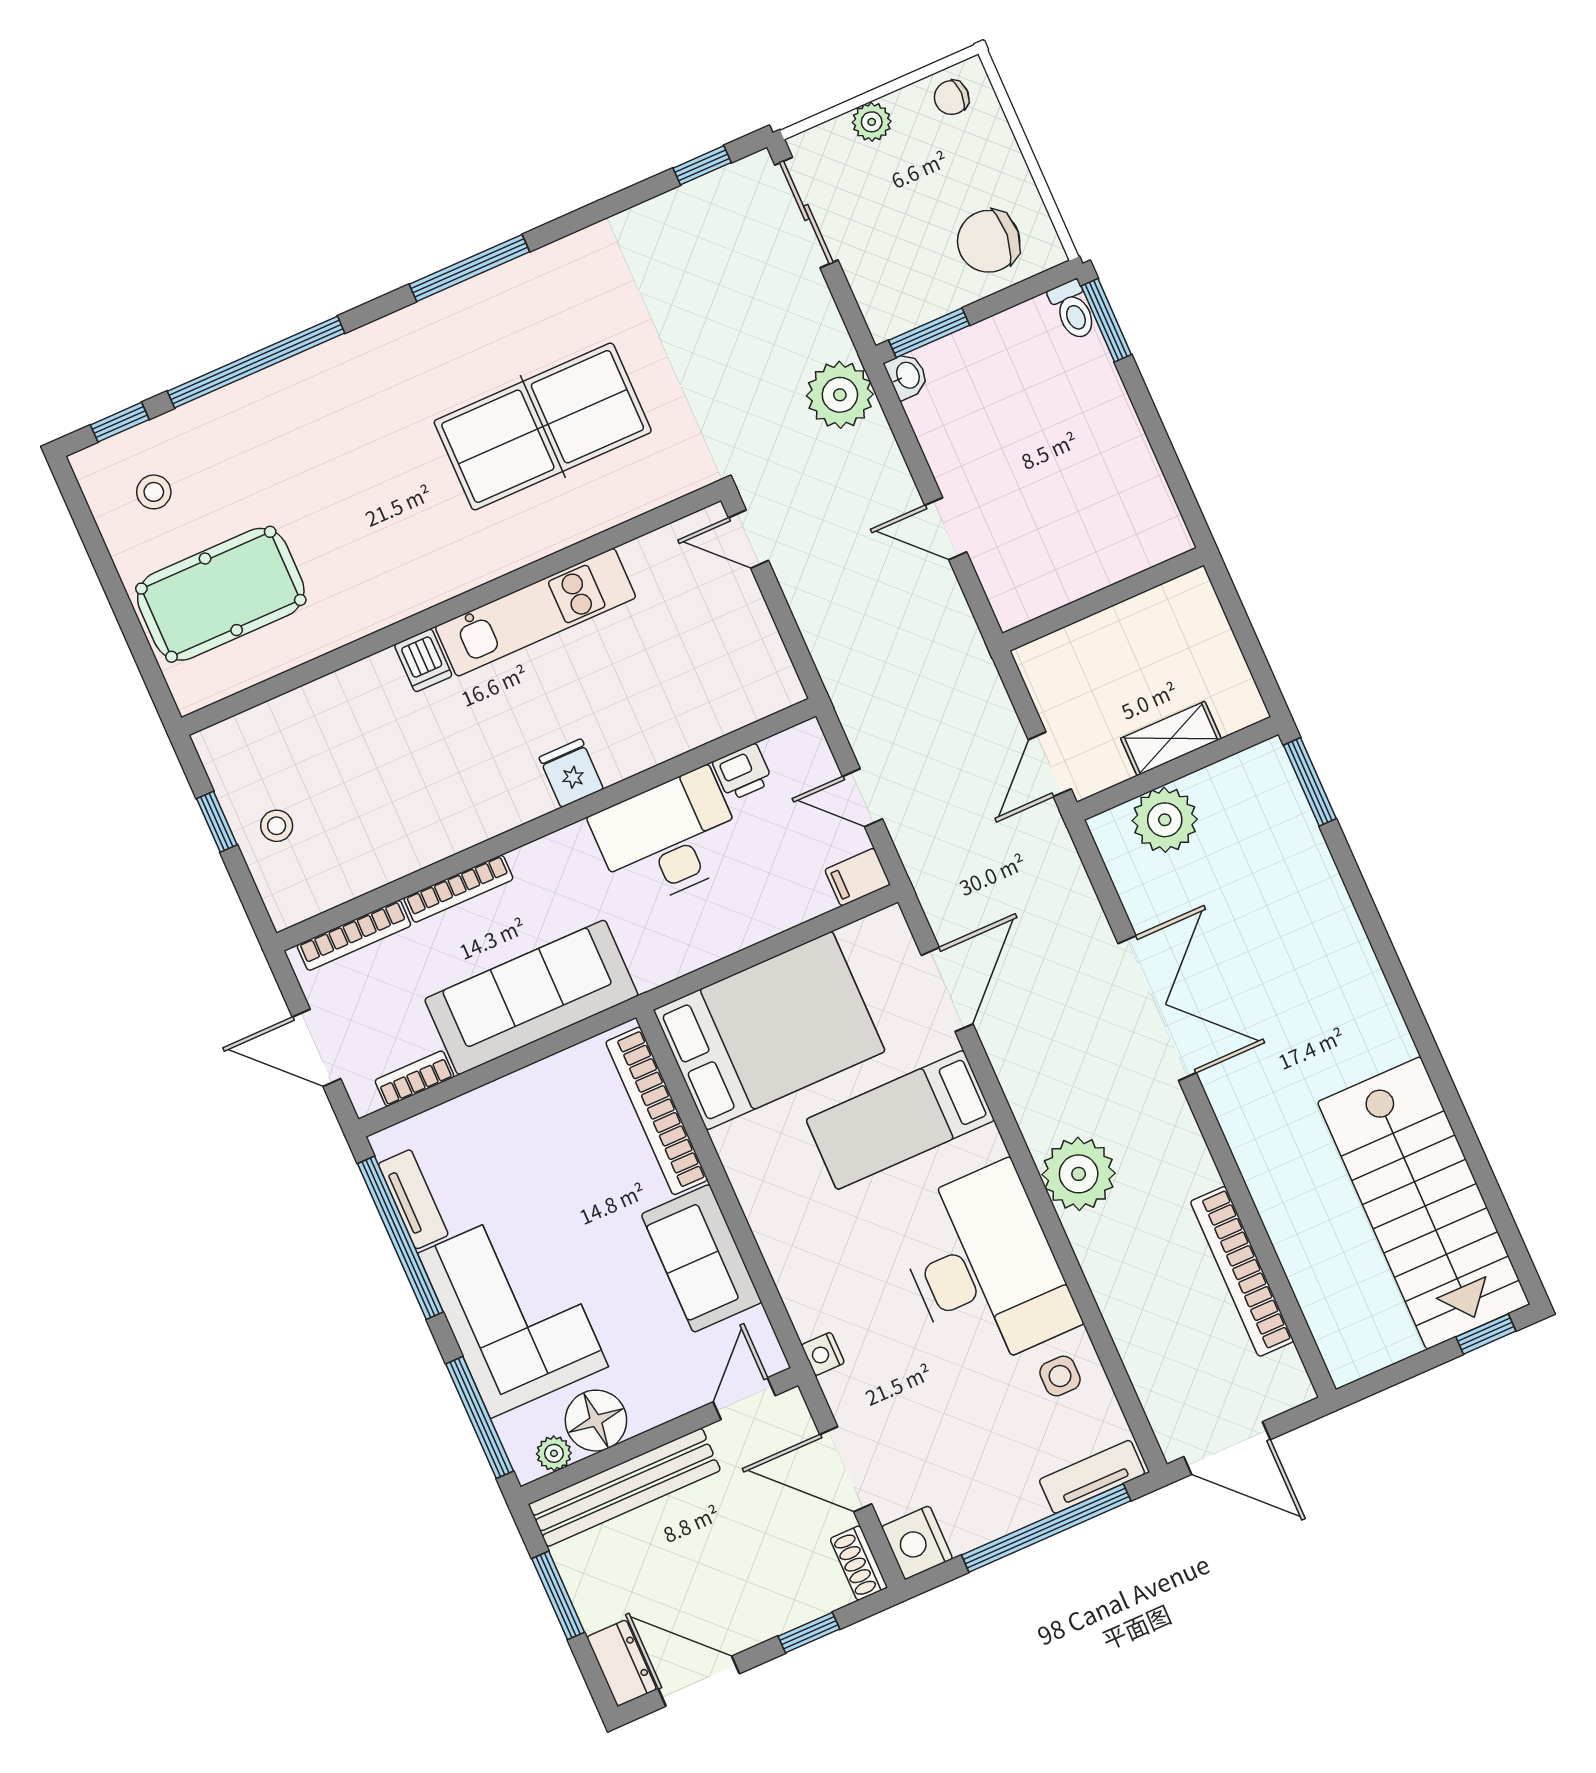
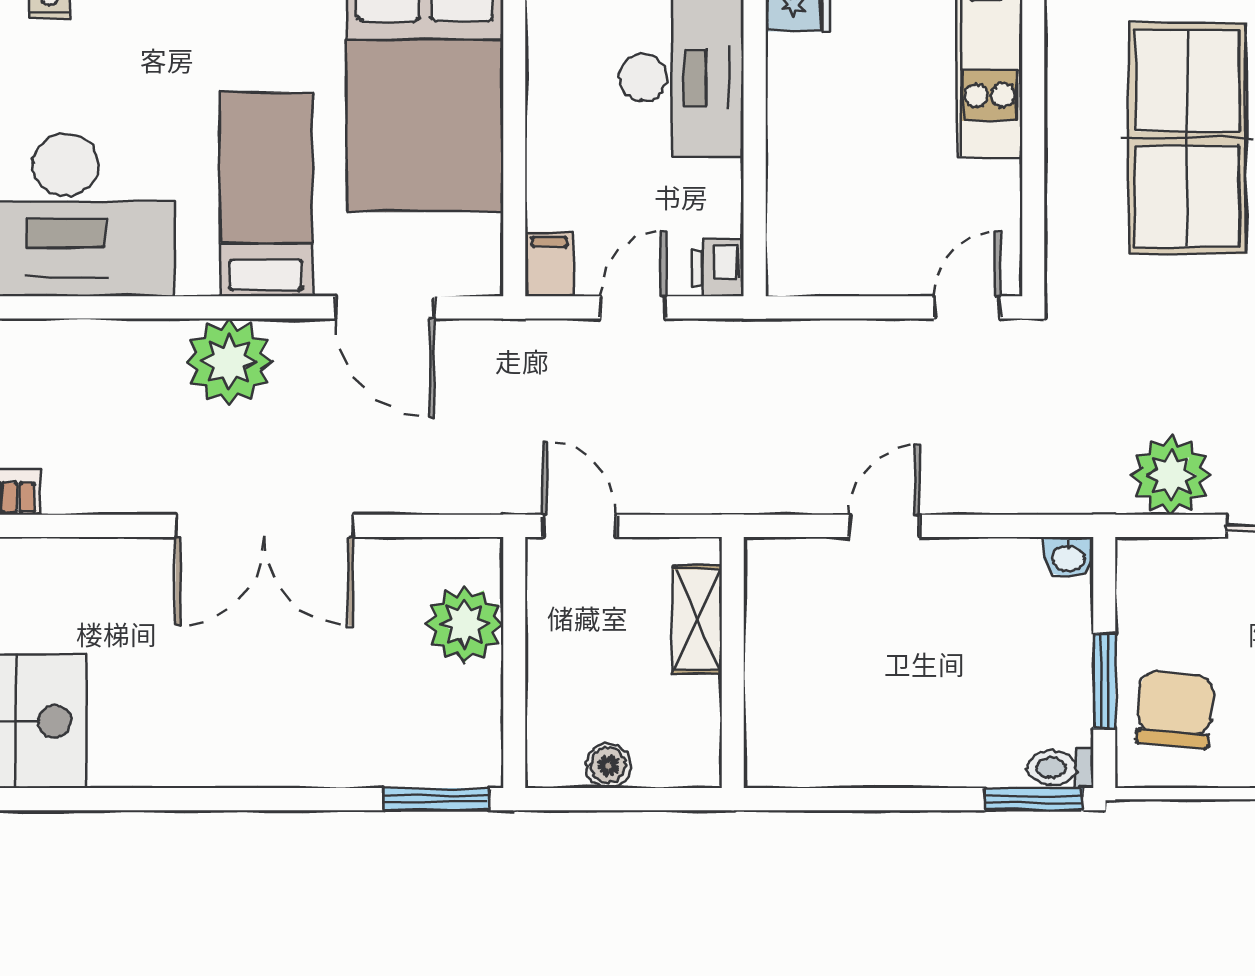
window: (929, 333) -> (1104, 681), moved
plant: (840, 395) -> (1171, 475), moved
boiler: (1225, 660) -> (608, 766), added
shelving: (1171, 739) -> (697, 619), moved
printer: (743, 772) -> (718, 268), moved
plant: (1079, 1174) -> (229, 362), moved

